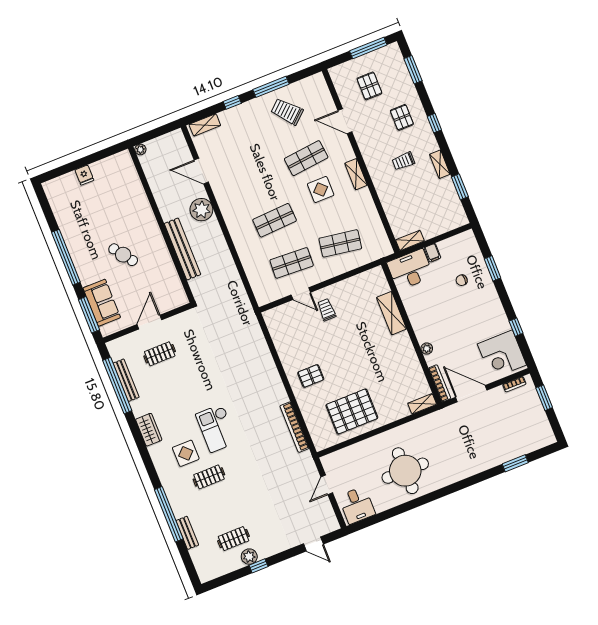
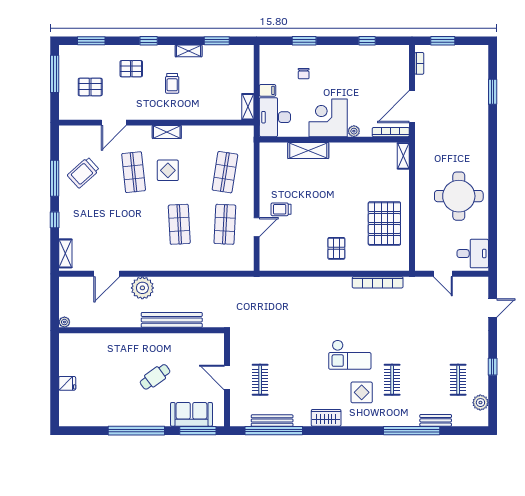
corner desk: (502, 354) -> (328, 118), moved, turned 180
plant: (249, 557) -> (480, 403), moved

